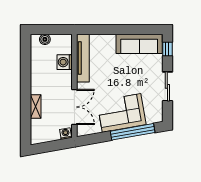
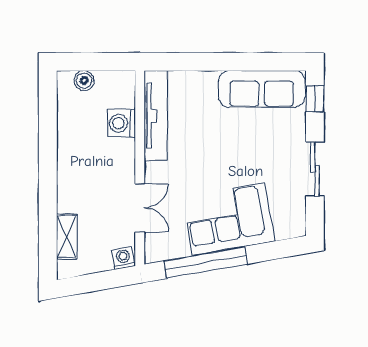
shelving: (36, 106) -> (67, 237), moved
double door: (74, 107) -> (140, 208), width x0.73
window: (133, 132) -> (206, 262), moved

